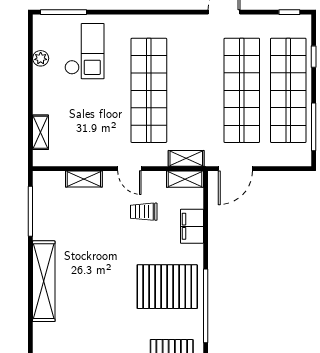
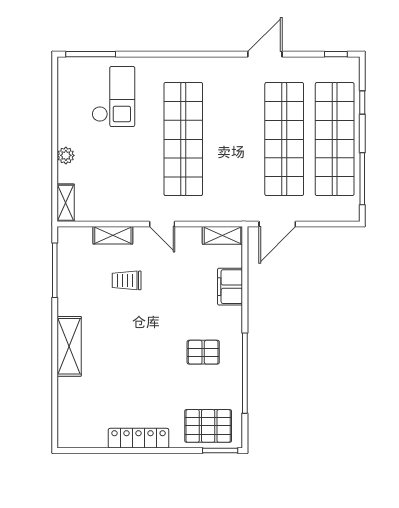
plant: (41, 58) -> (66, 155), moved
shelving: (41, 132) -> (66, 203), moved
shelving: (186, 158) -> (224, 213), removed
trolley: (144, 212) -> (127, 280), moved
shelving: (44, 281) -> (69, 346), width x0.68
pallet: (167, 287) -> (203, 352), width x0.49, depth x0.50

